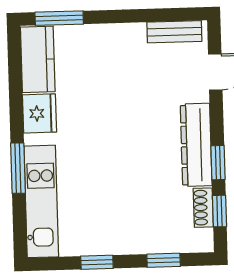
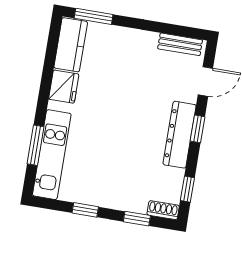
window: (218, 163) -> (198, 129), moved
window: (18, 168) -> (36, 145), moved
shoe rack: (203, 208) -> (163, 210), moved, turned 90

